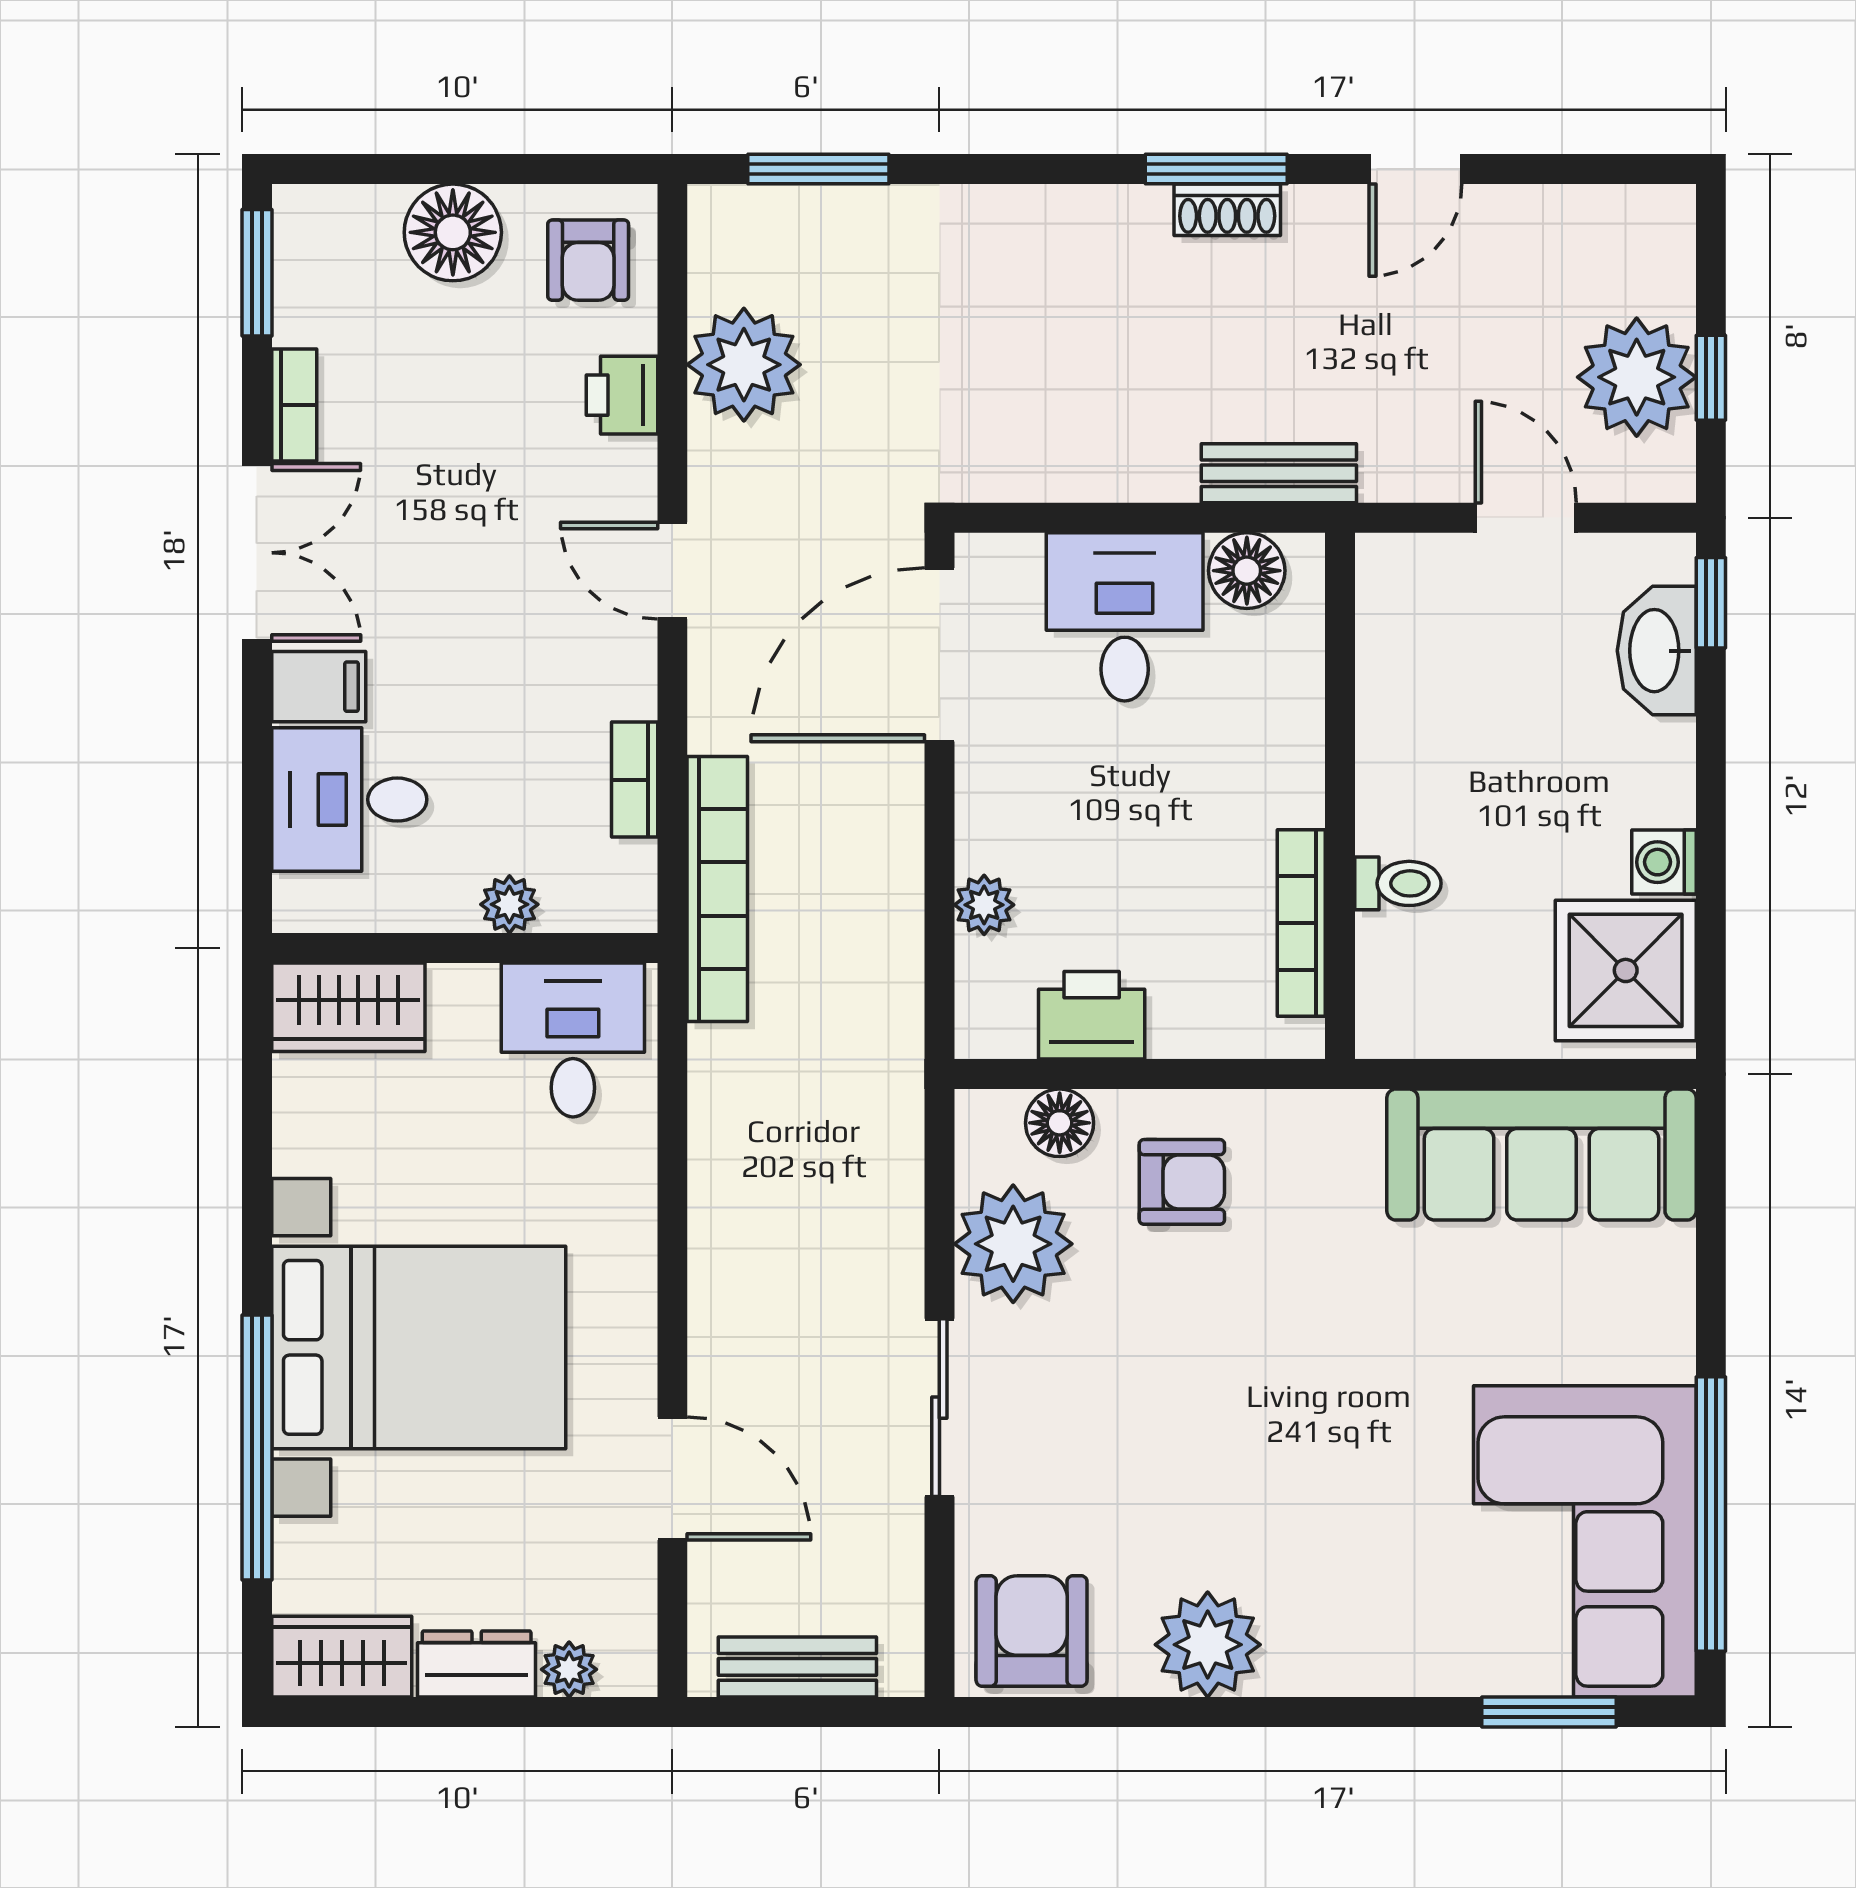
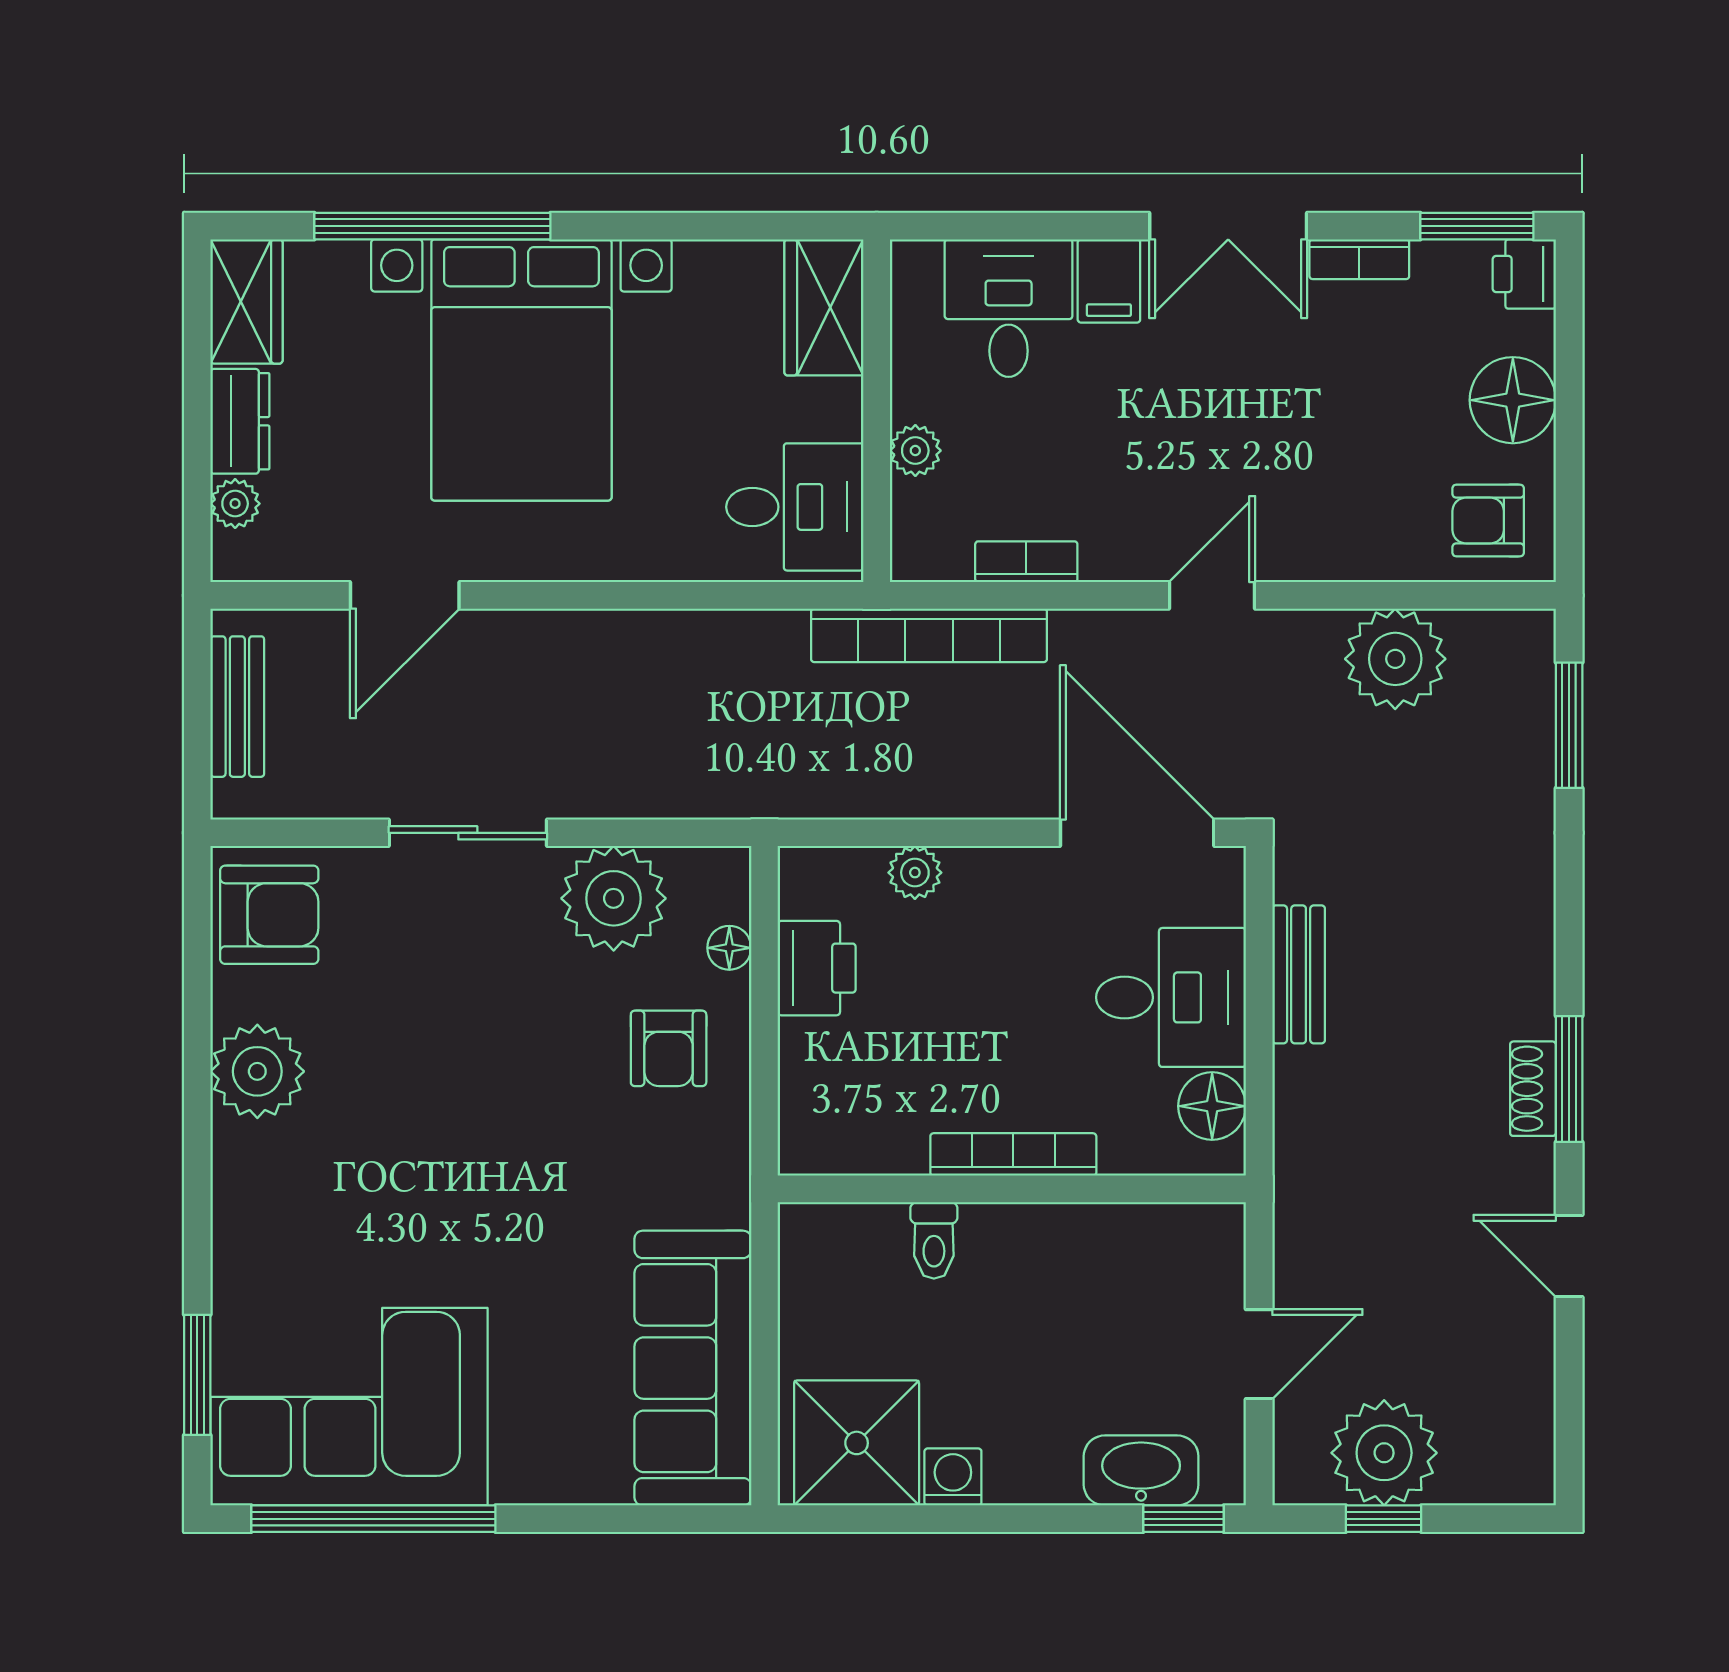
printer: (622, 395) -> (1524, 274), moved, turned -90
bench: (1279, 473) -> (1299, 974), moved
bookcase: (1301, 923) -> (1013, 1154), moved
floor lamp: (1060, 1123) -> (729, 948), width x0.73, depth x0.73

